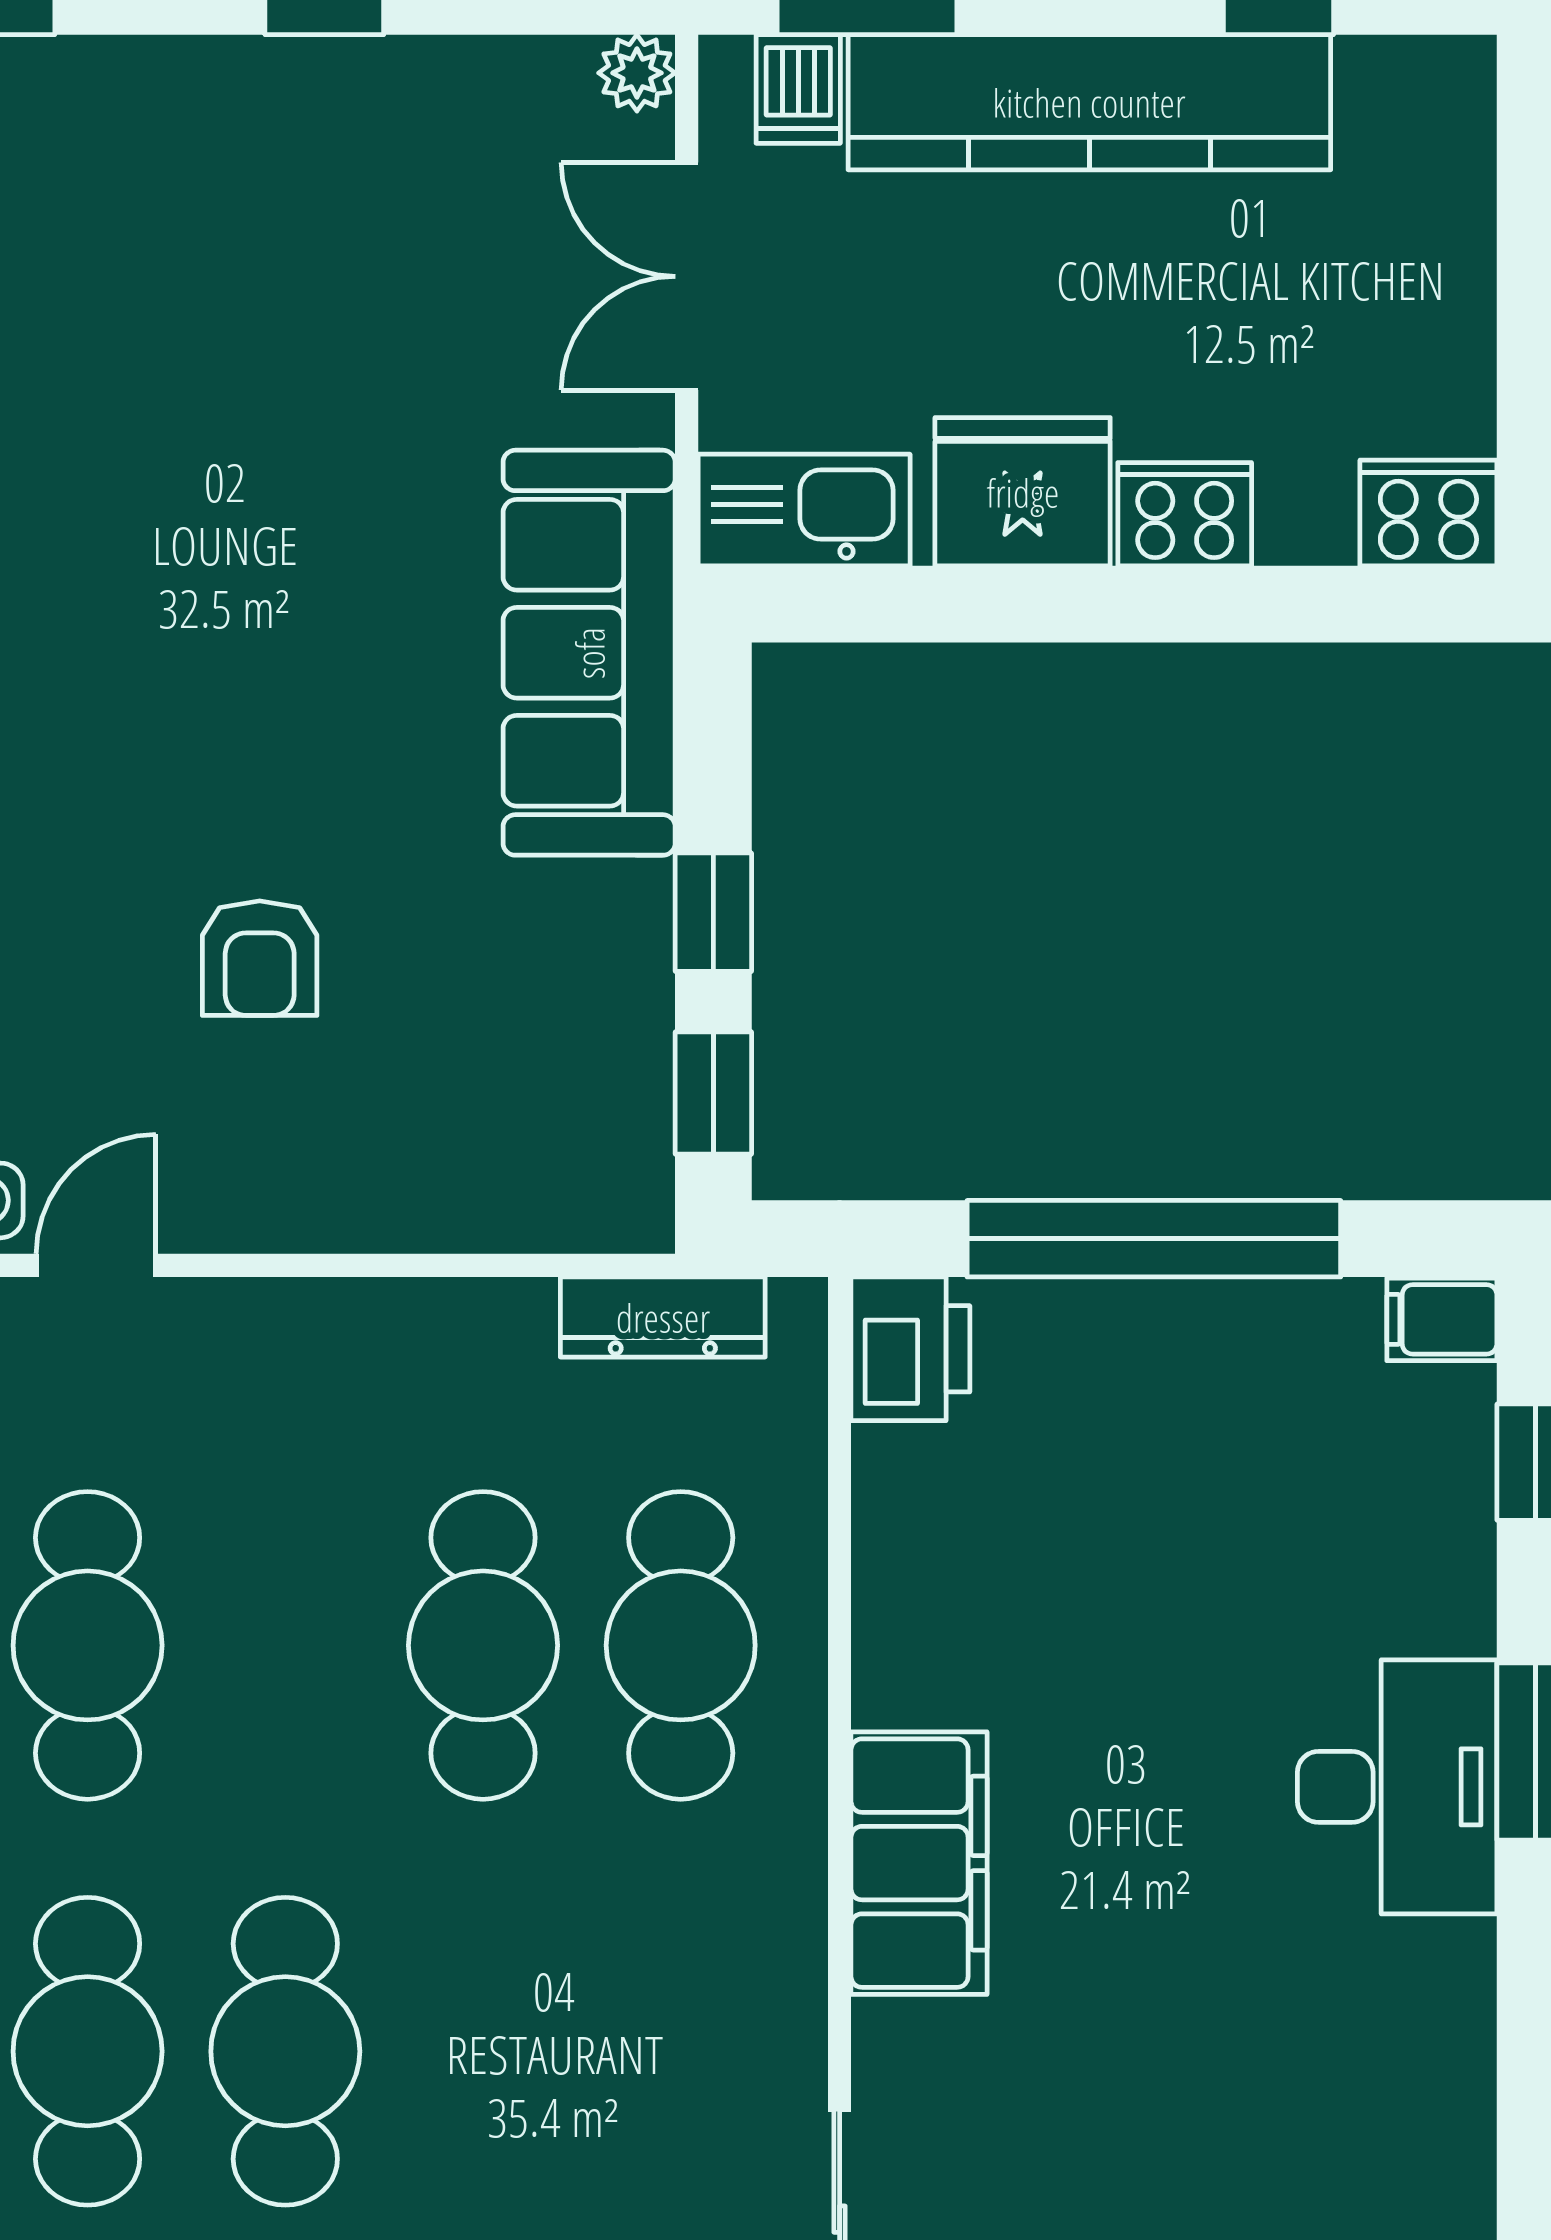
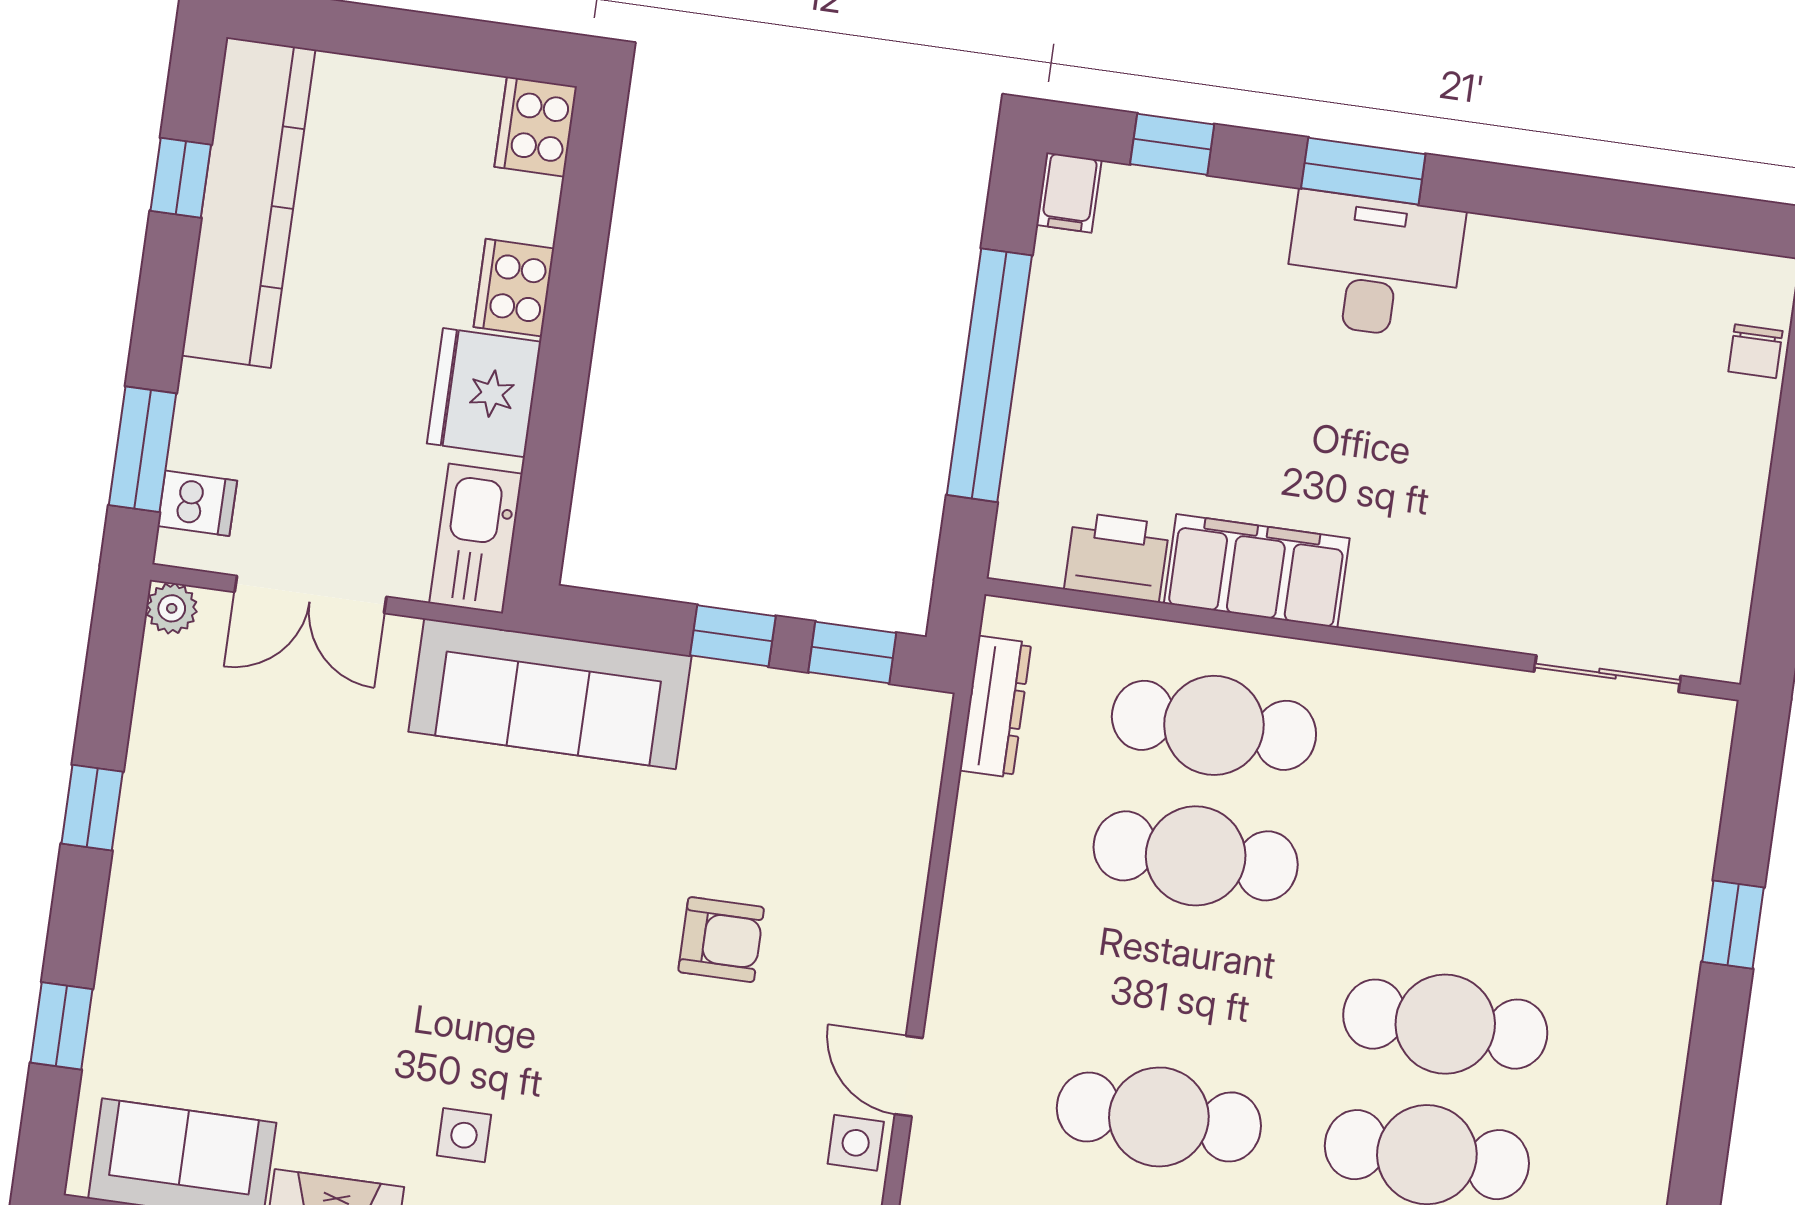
kitchen counter: (1089, 102) -> (248, 203), moved
printer: (910, 1349) -> (1117, 557), moved
filing cabinet: (919, 1863) -> (1257, 571), moved

